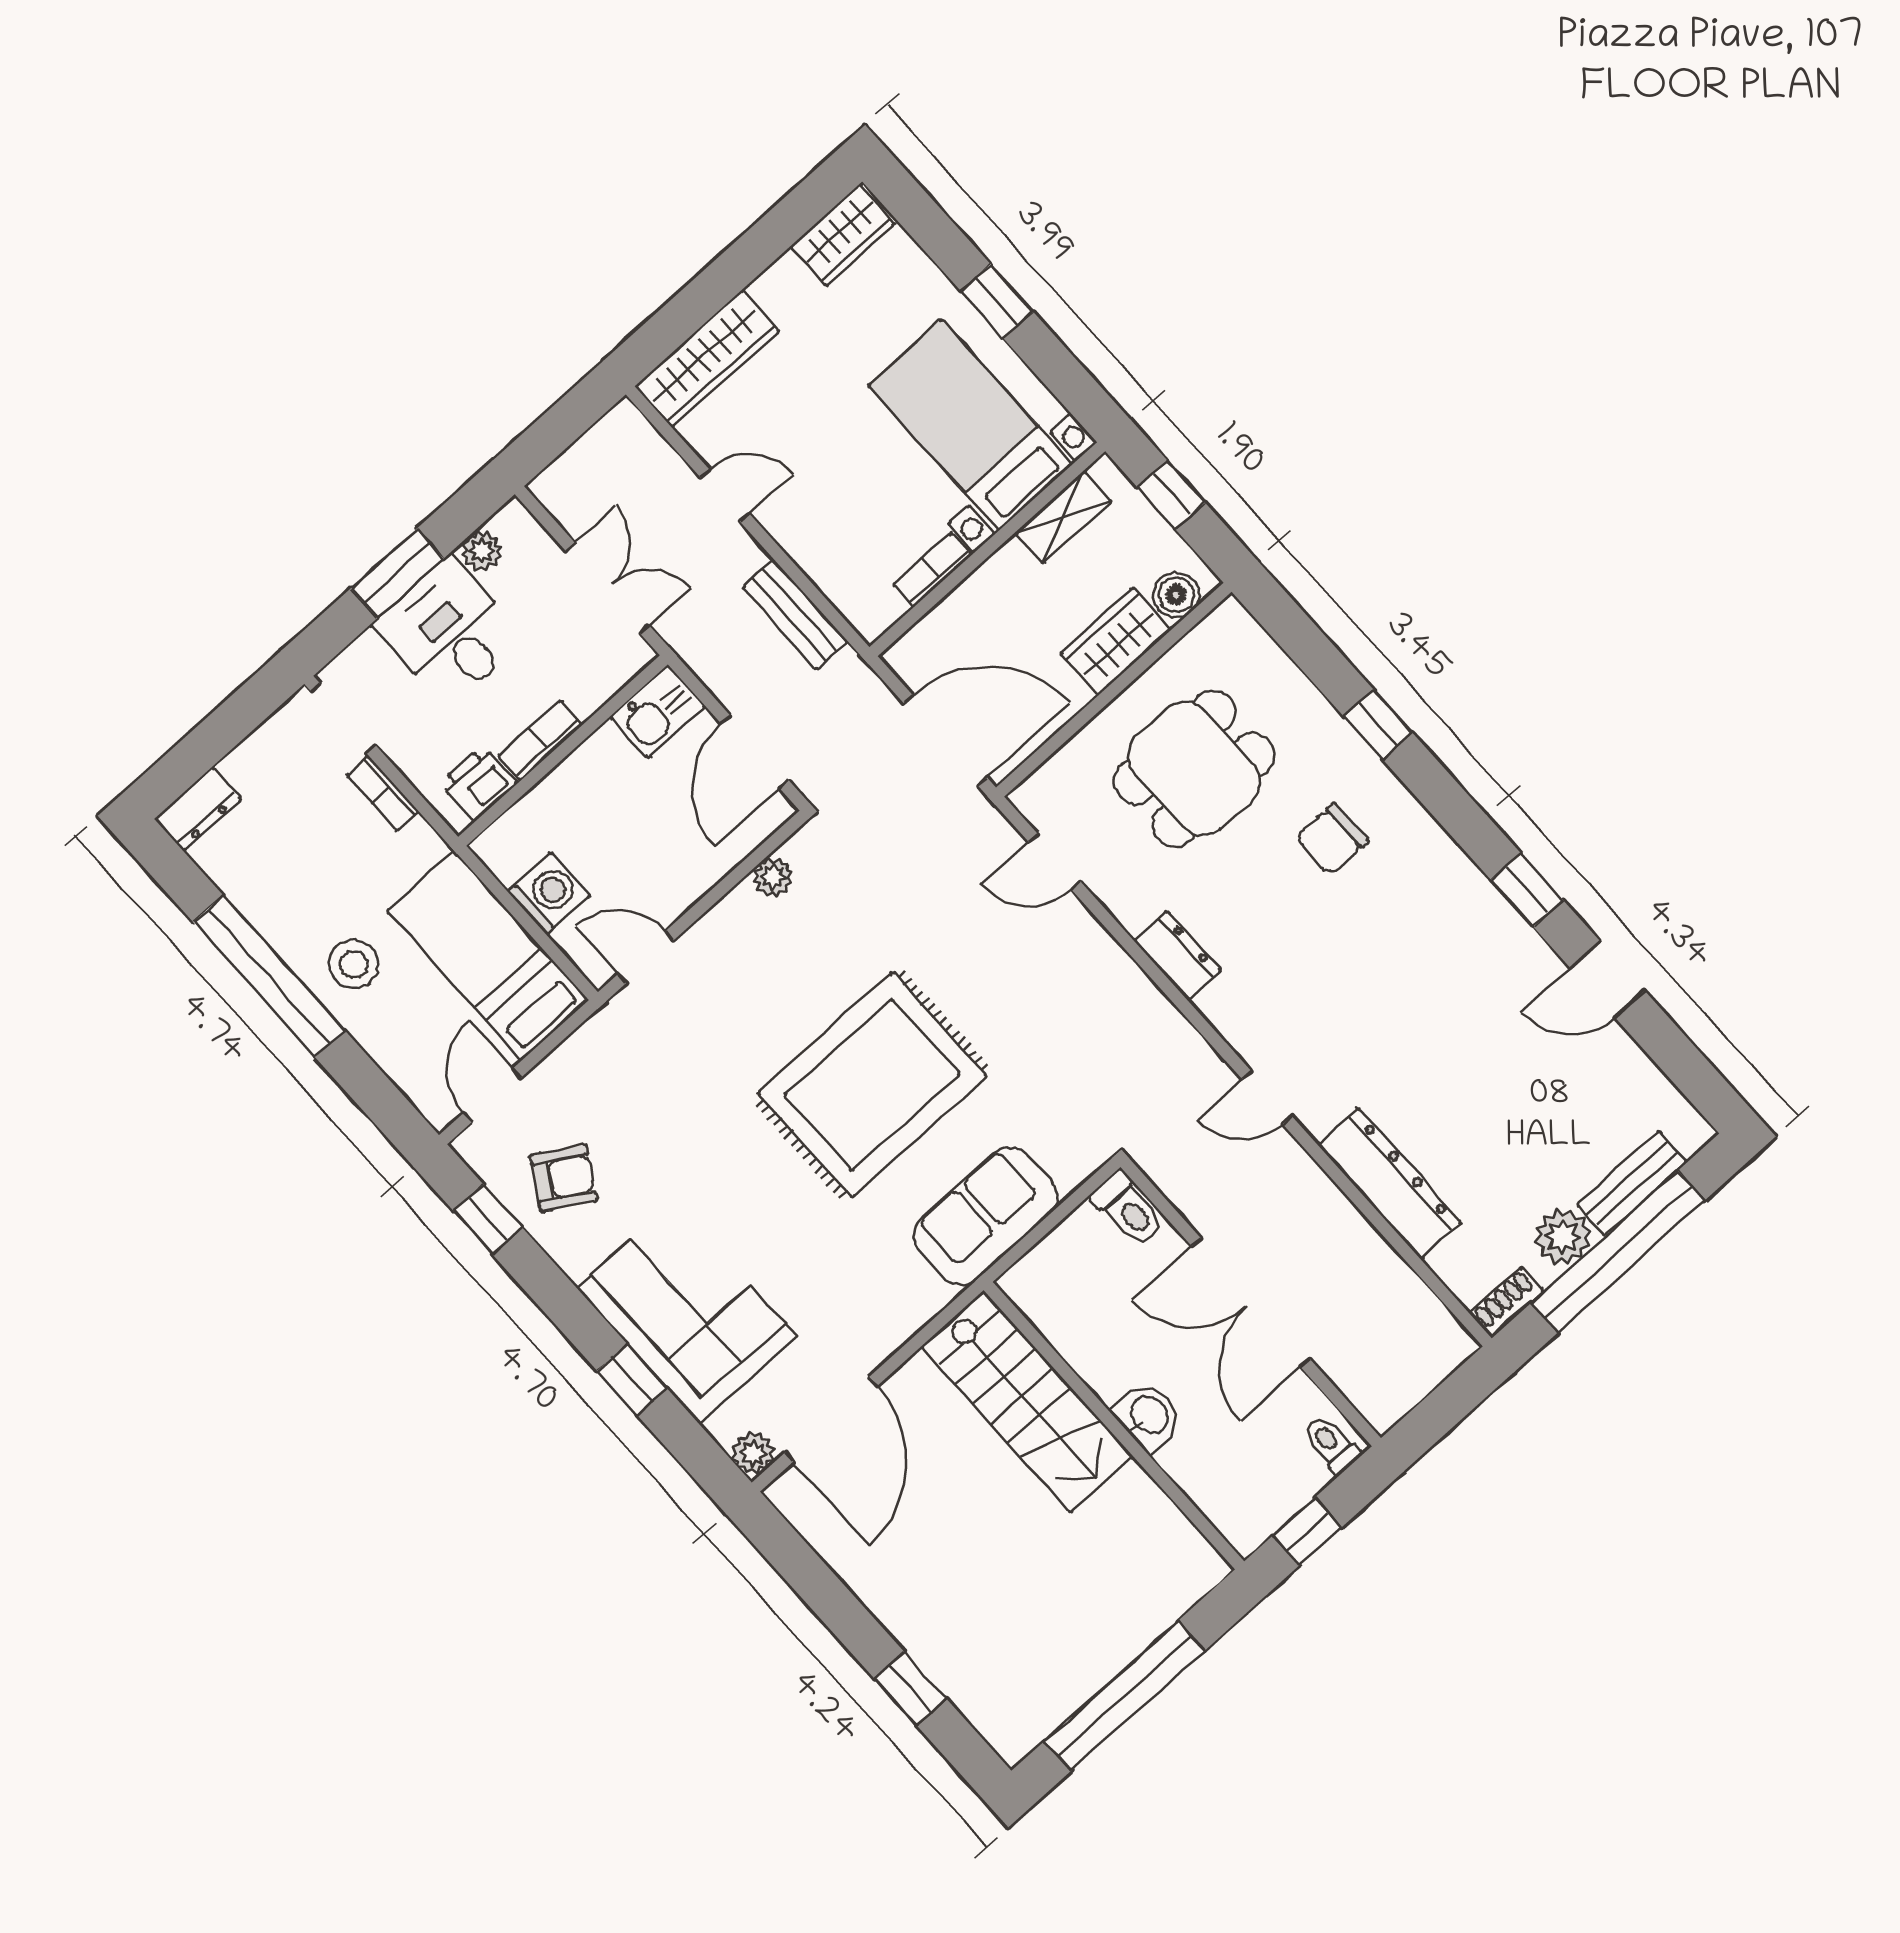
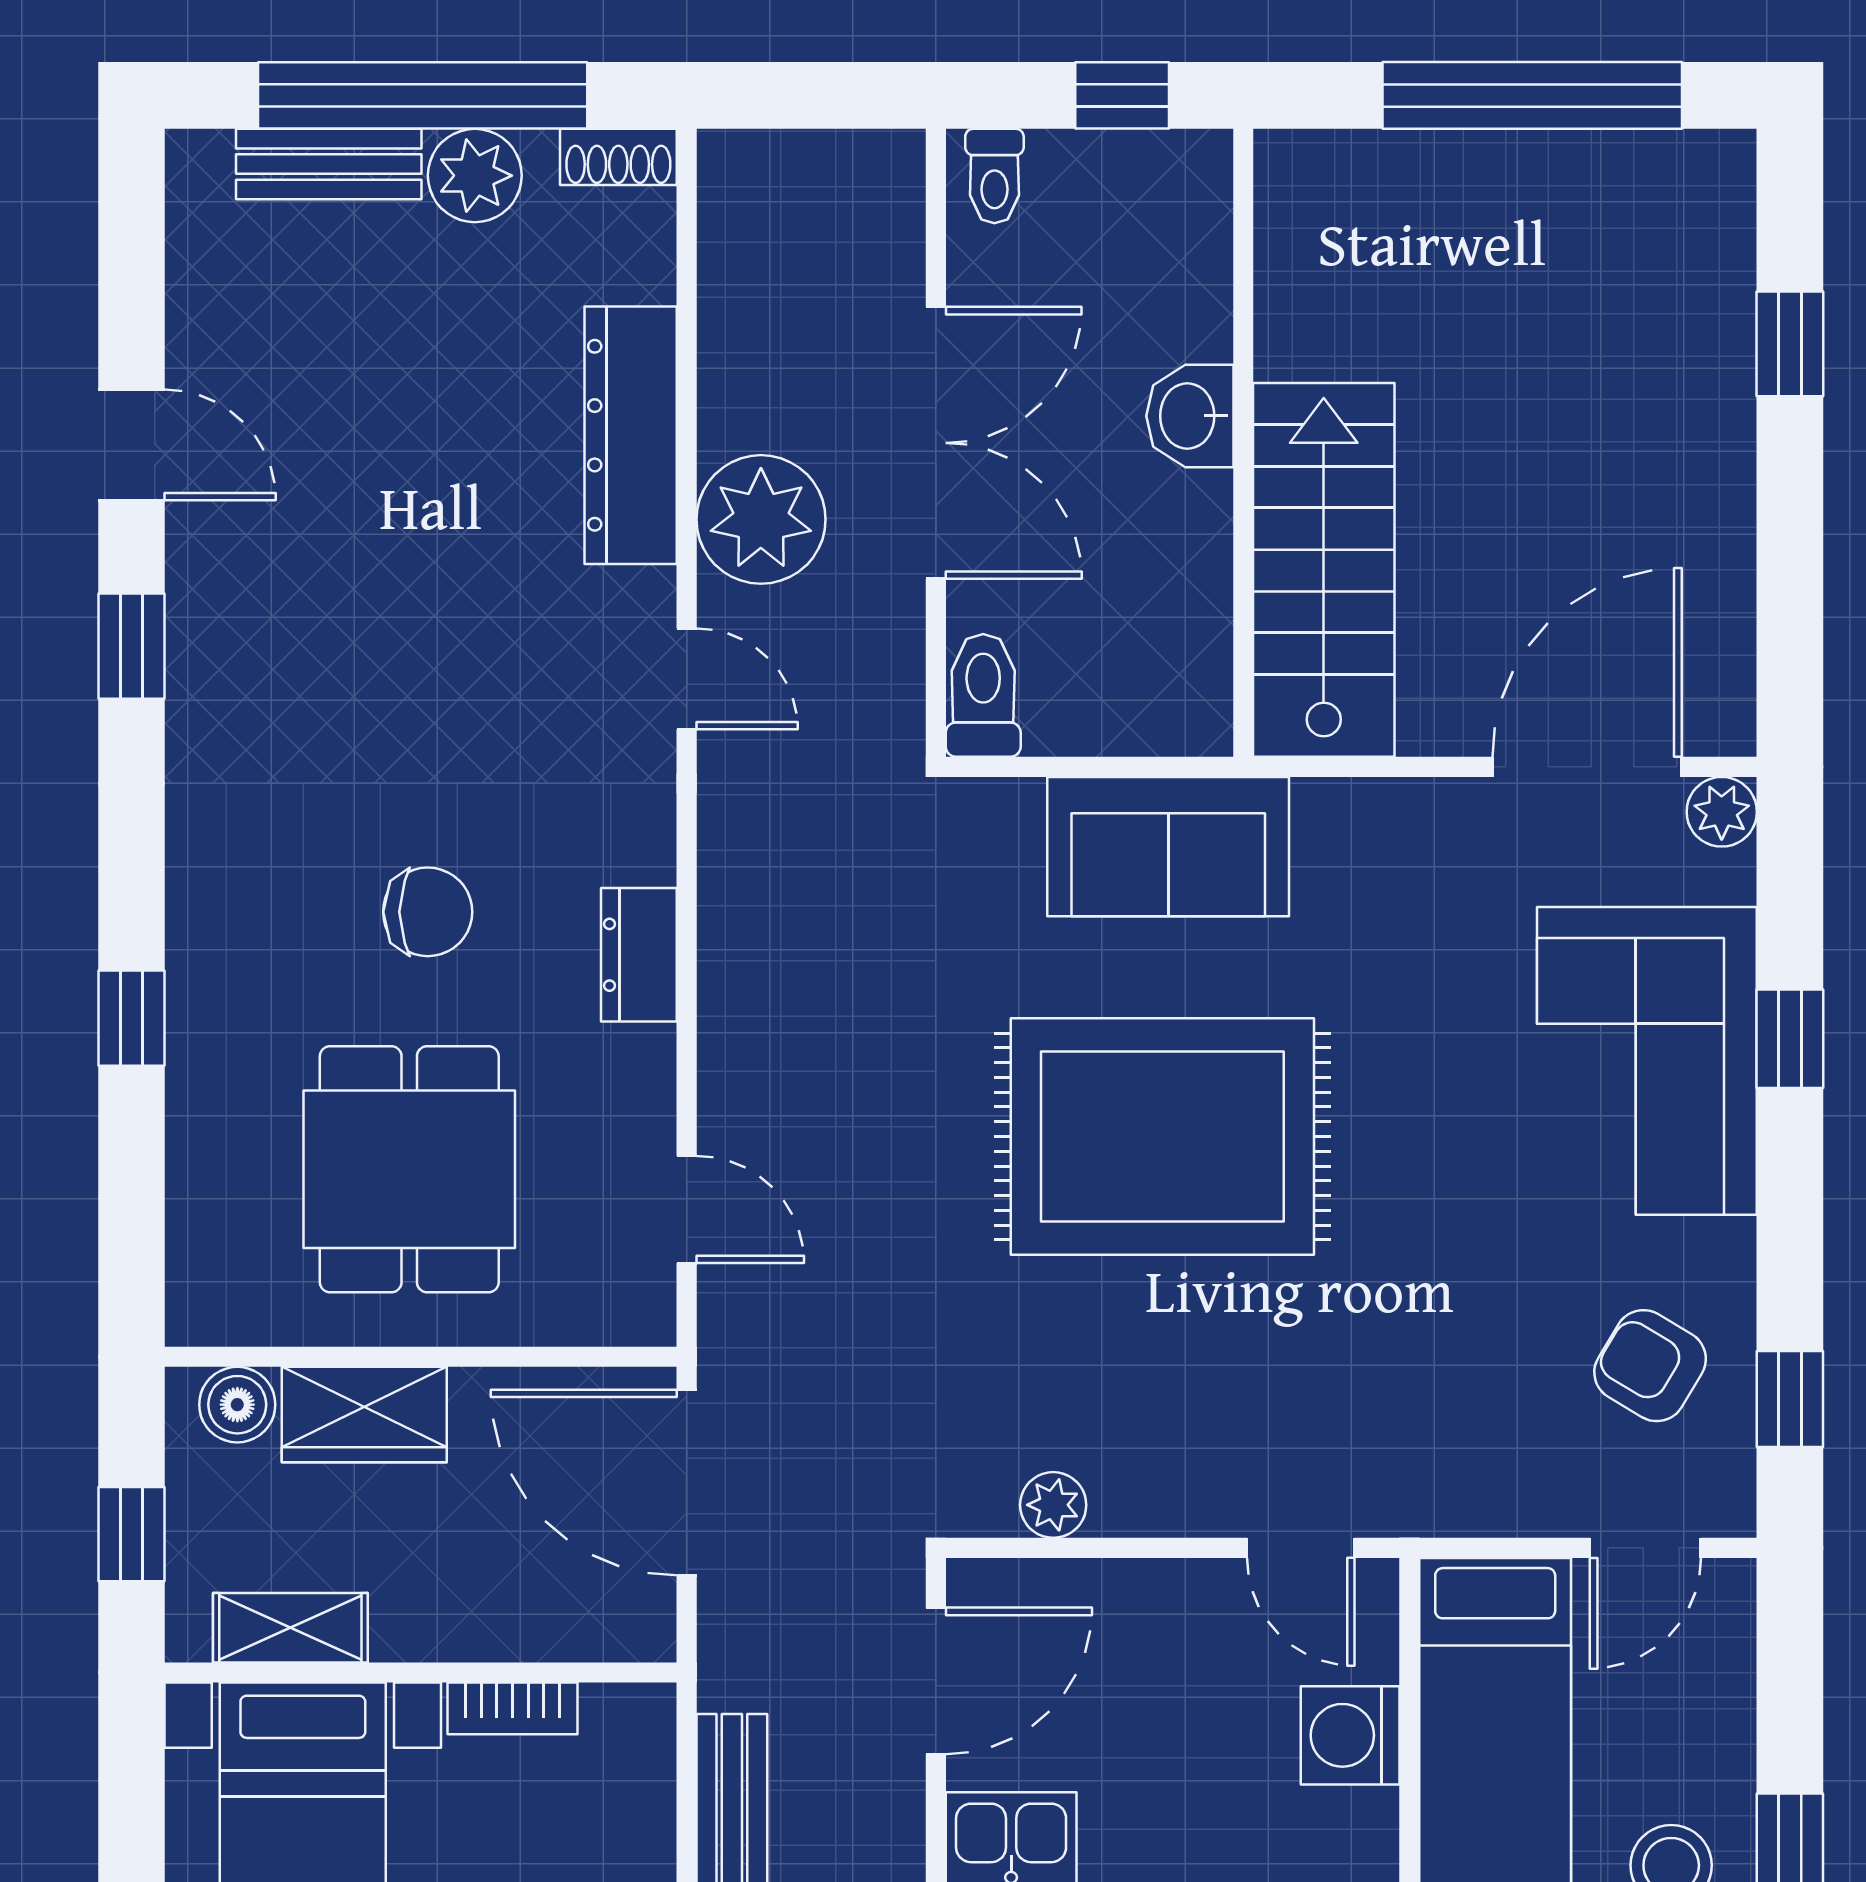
dining table: (1194, 768) -> (409, 1169), turned 90
chair: (1332, 839) -> (428, 912), moved
plant: (1298, 1198) -> (761, 519), added

